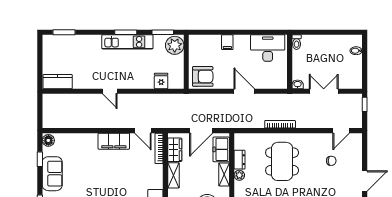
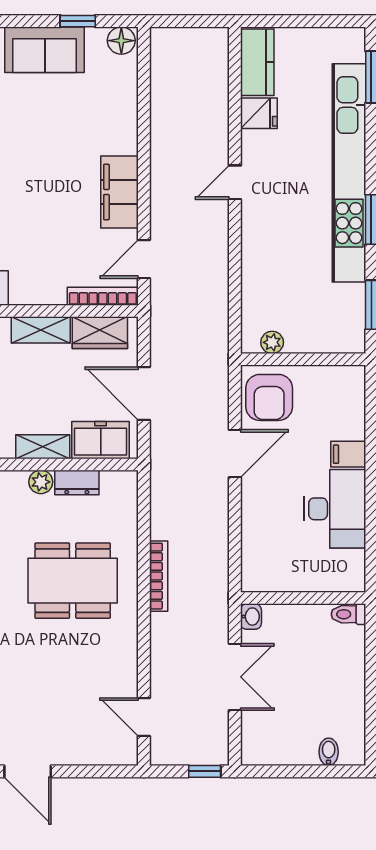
kitchen unit: (127, 42) -> (349, 173), width x1.86
plant: (175, 45) -> (272, 342), moved, width x0.53, depth x0.53
desk: (268, 48) -> (335, 509), moved
fridge: (161, 81) -> (259, 113), moved
door: (244, 91) -> (235, 453), moved
chair: (331, 161) -> (74, 694), removed

